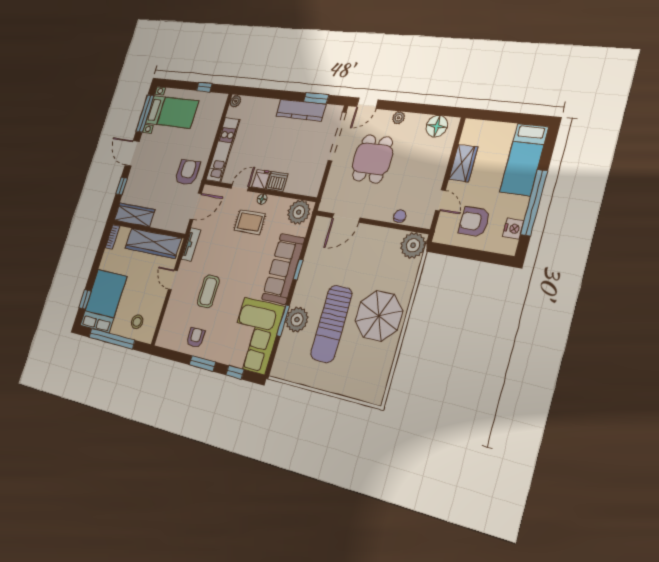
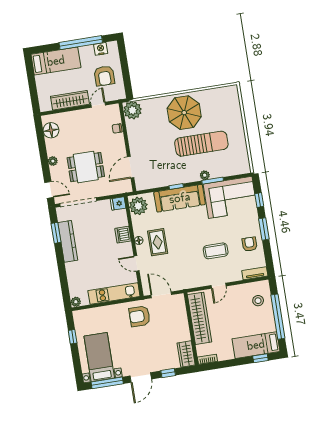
wardrobe: (463, 163) -> (70, 100), width x1.50
fridge: (261, 179) -> (118, 203), moved
wardrobe: (134, 215) -> (186, 354), width x0.67
door: (346, 218) -> (131, 167), swing flipped
tv unit: (191, 245) -> (255, 273), moved
bed: (103, 301) -> (256, 345), width x0.67
plant: (297, 320) -> (205, 175), width x0.53, depth x0.53
armchair: (196, 338) -> (250, 244), turned 90

